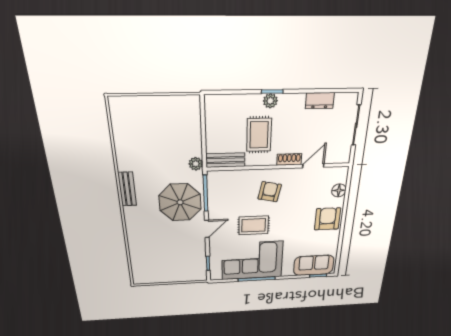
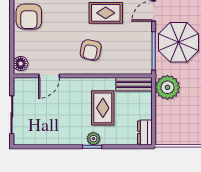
dresser: (320, 101) -> (145, 132), moved, turned -90
shoe rack: (289, 159) -> (73, 83), removed
plant: (196, 164) -> (167, 87), width x1.87, depth x1.87
floor lamp: (339, 190) -> (21, 64), moved

